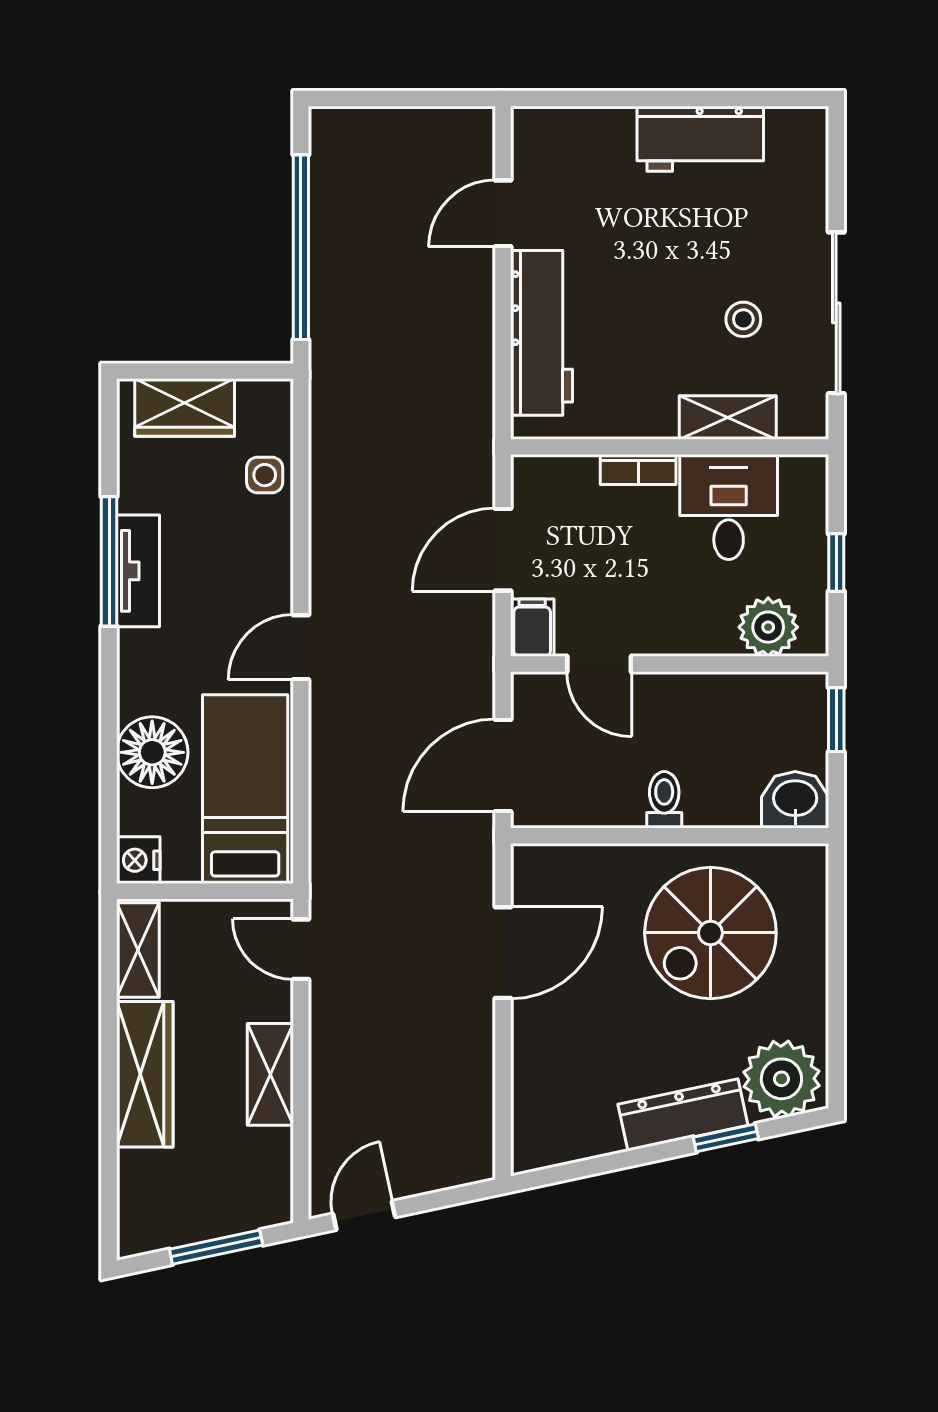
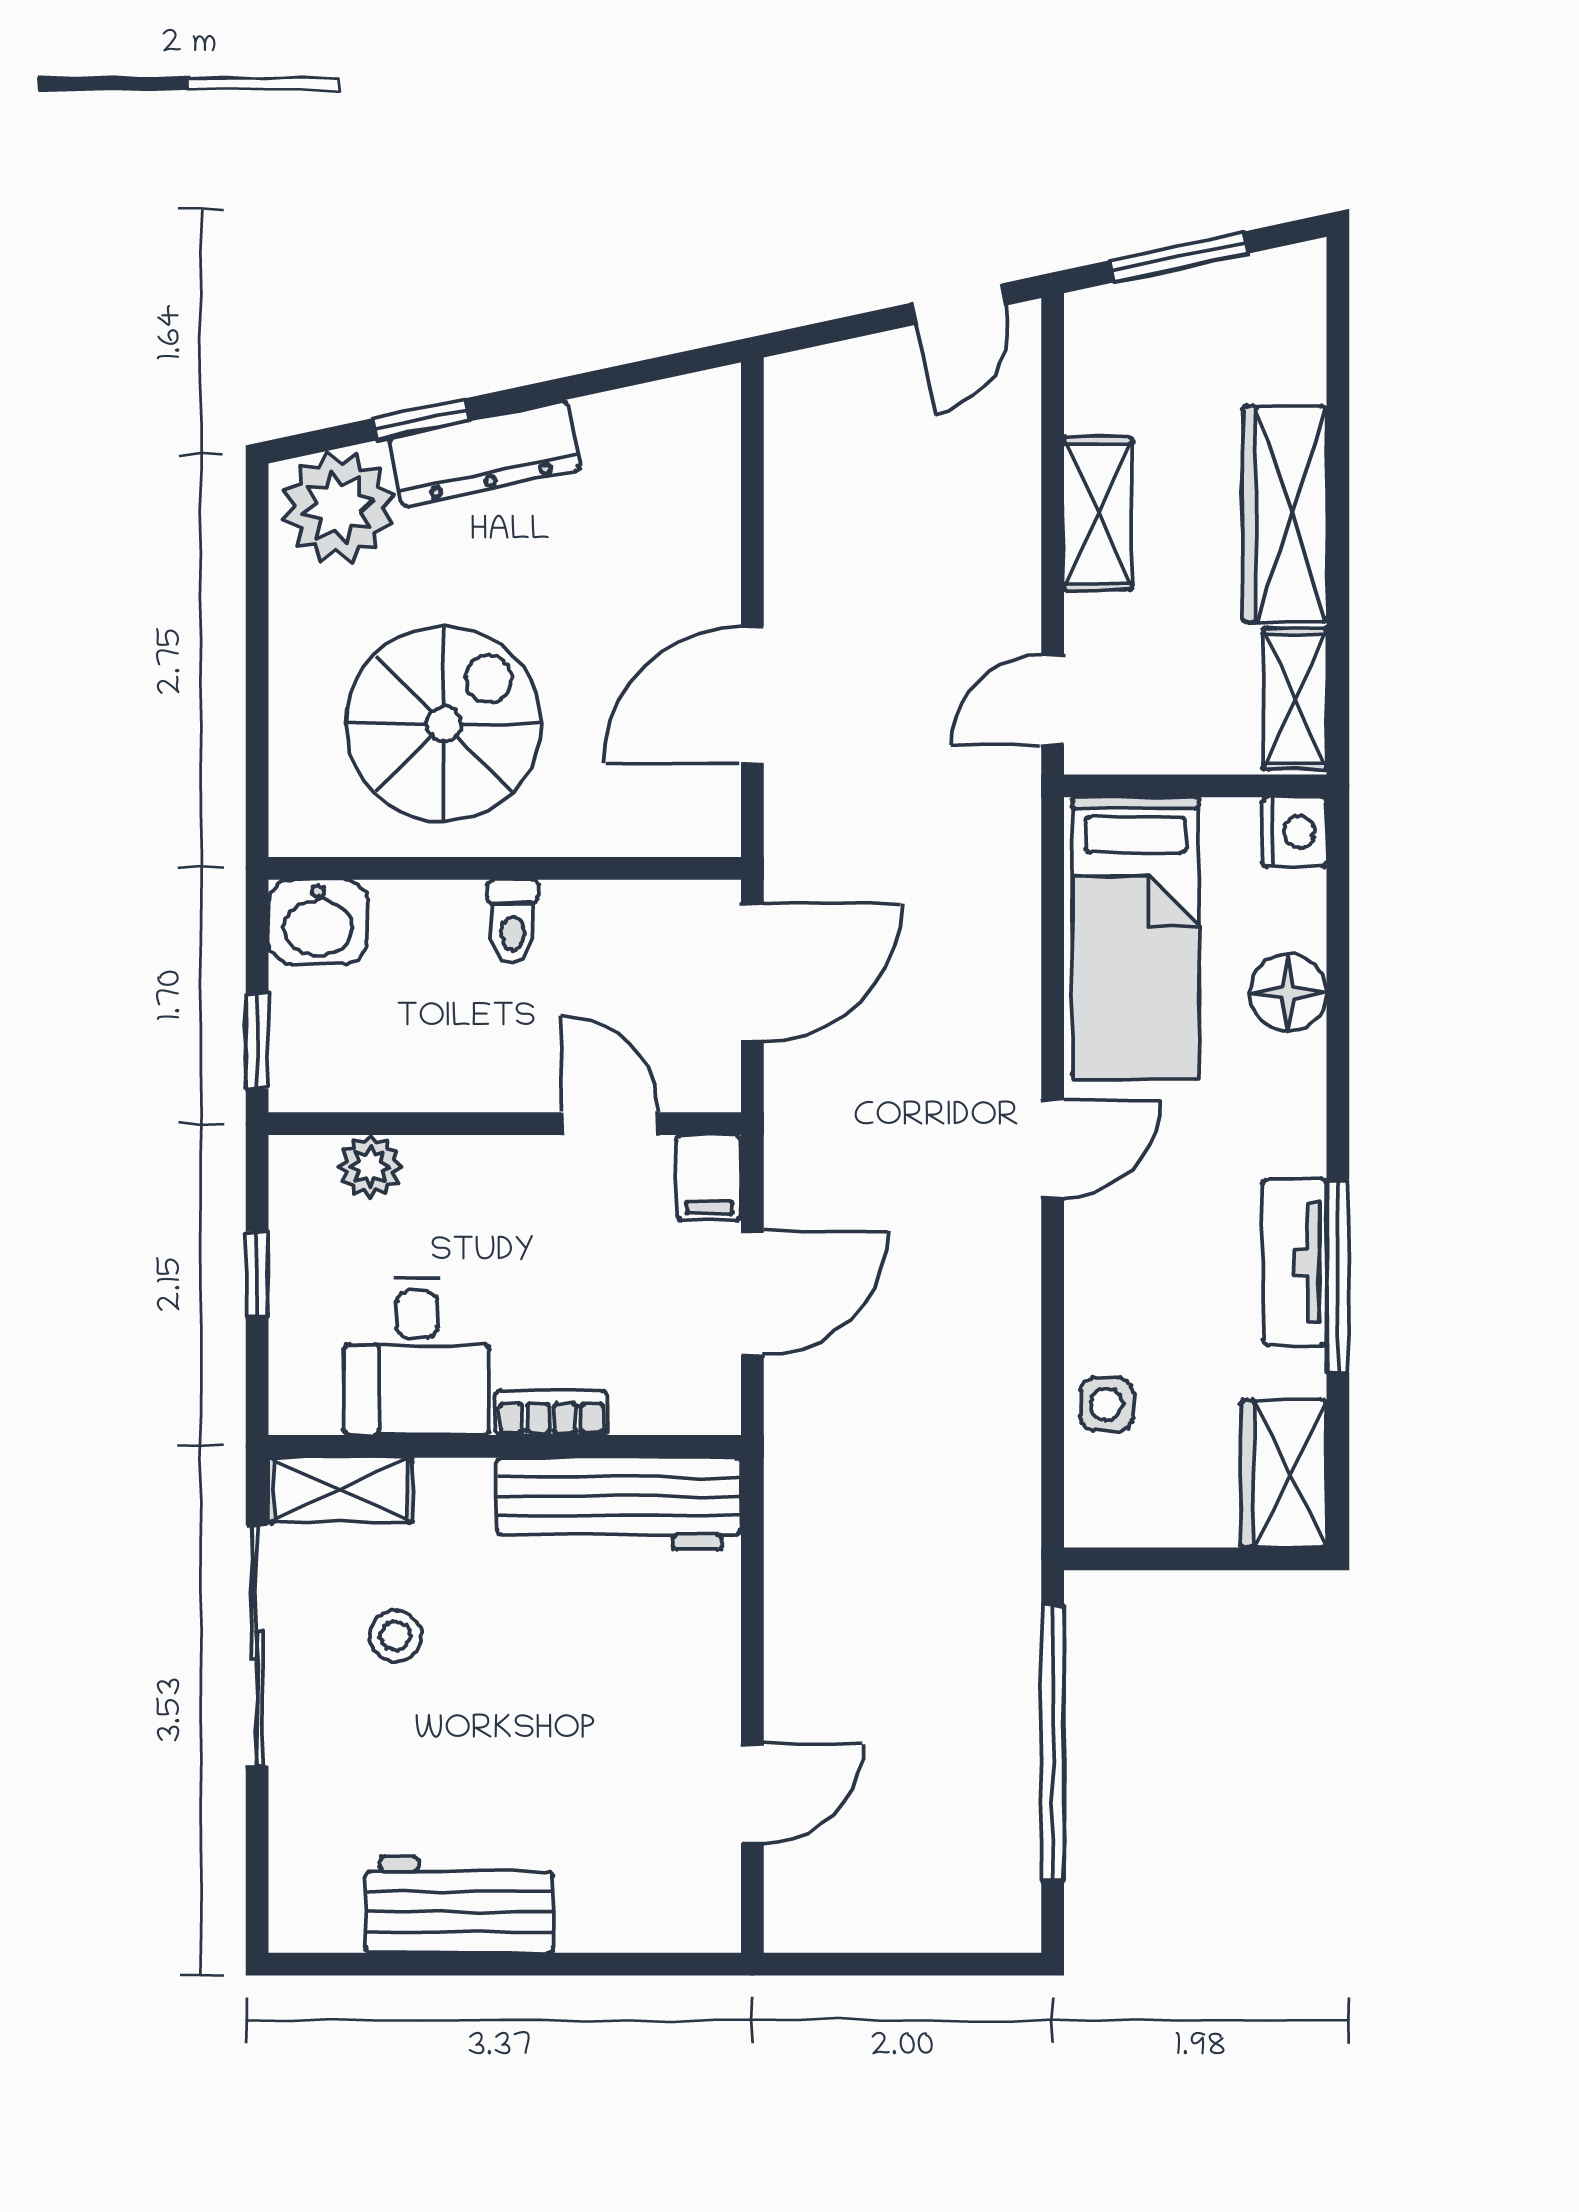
workbench: (541, 333) -> (619, 1504), moved, turned -90
wardrobe: (185, 408) -> (1284, 1474), moved, turned -90
shelving: (728, 418) -> (340, 1490), moved
plant: (768, 627) -> (370, 1167), width x0.73, depth x0.73
floor lamp: (152, 752) -> (1288, 992), width x0.73, depth x0.73
door: (301, 949) -> (1053, 700), swing flipped

